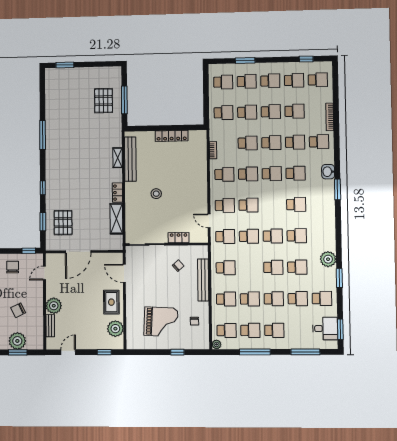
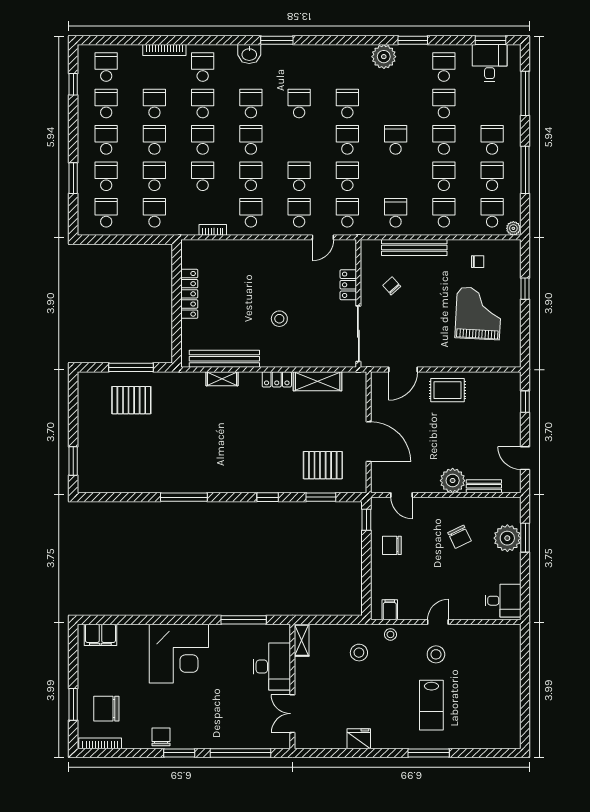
school desk: (297, 267) -> (396, 103), removed
plant: (115, 329) -> (489, 384), removed

